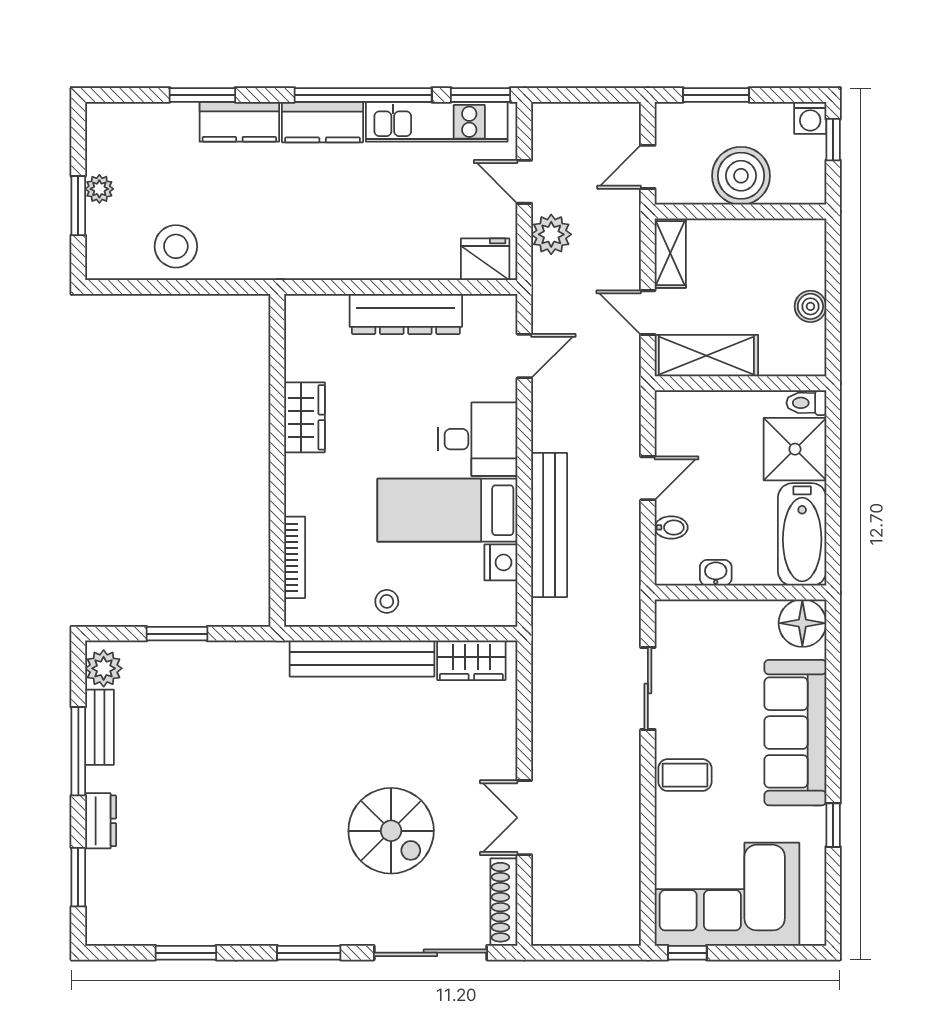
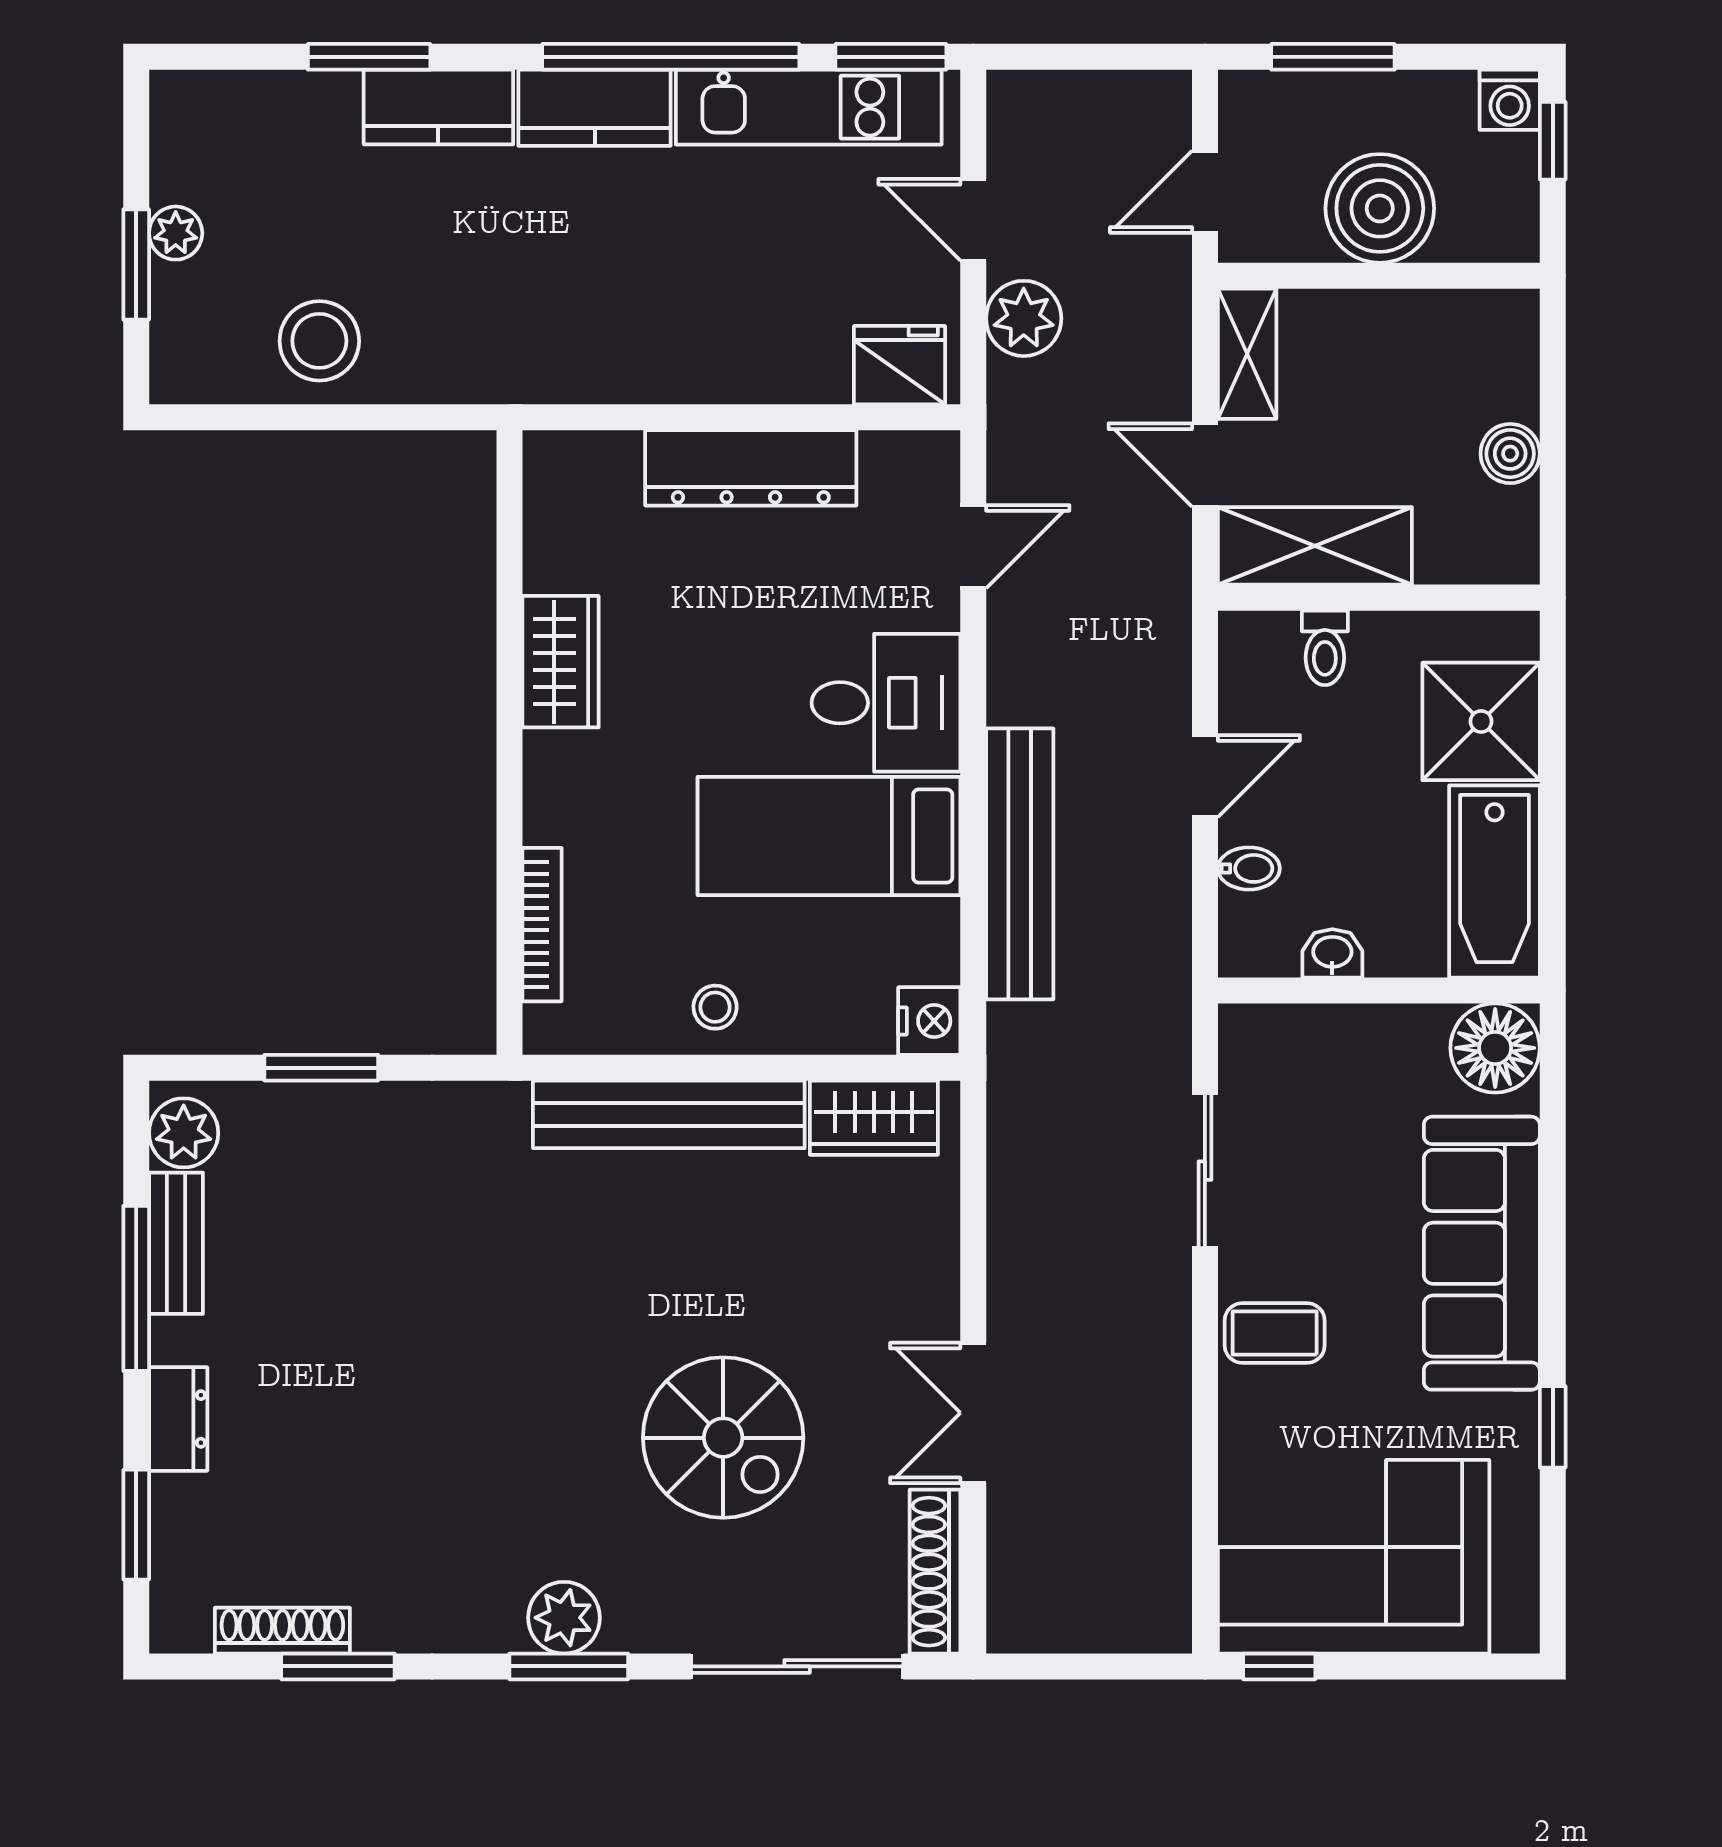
toilet: (806, 403) -> (1325, 648), moved, turned -90
nightstand: (501, 562) -> (929, 1021), moved
plant: (306, 927) -> (564, 1618), added
shoe rack: (156, 934) -> (282, 1631), added

